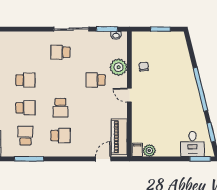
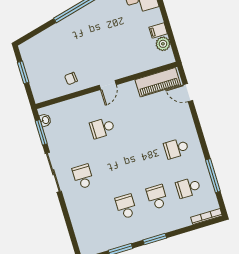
school desk: (60, 52) -> (83, 177), turned 180
plant: (119, 67) -> (80, 106), removed
school desk: (96, 80) -> (102, 128), turned 90
school desk: (60, 108) -> (145, 158), removed
school desk: (60, 136) -> (176, 148), turned -90
filing cabinet: (137, 150) -> (158, 31), moved

